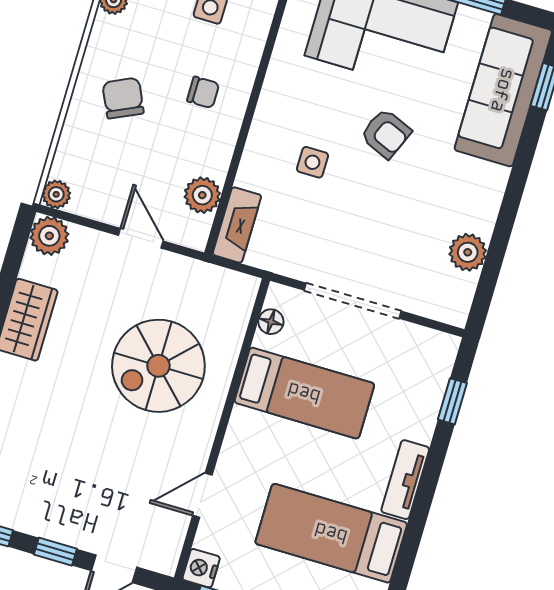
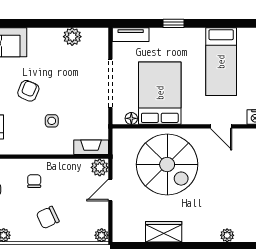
plant: (202, 195) -> (100, 167), moved
plant: (49, 236) -> (122, 233), removed
spiral stairs: (158, 366) -> (167, 164), width x1.37, depth x1.37
bed: (304, 393) -> (160, 93), width x1.50
window: (452, 401) -> (173, 23), moved
tv unit: (405, 480) -> (131, 35), moved

